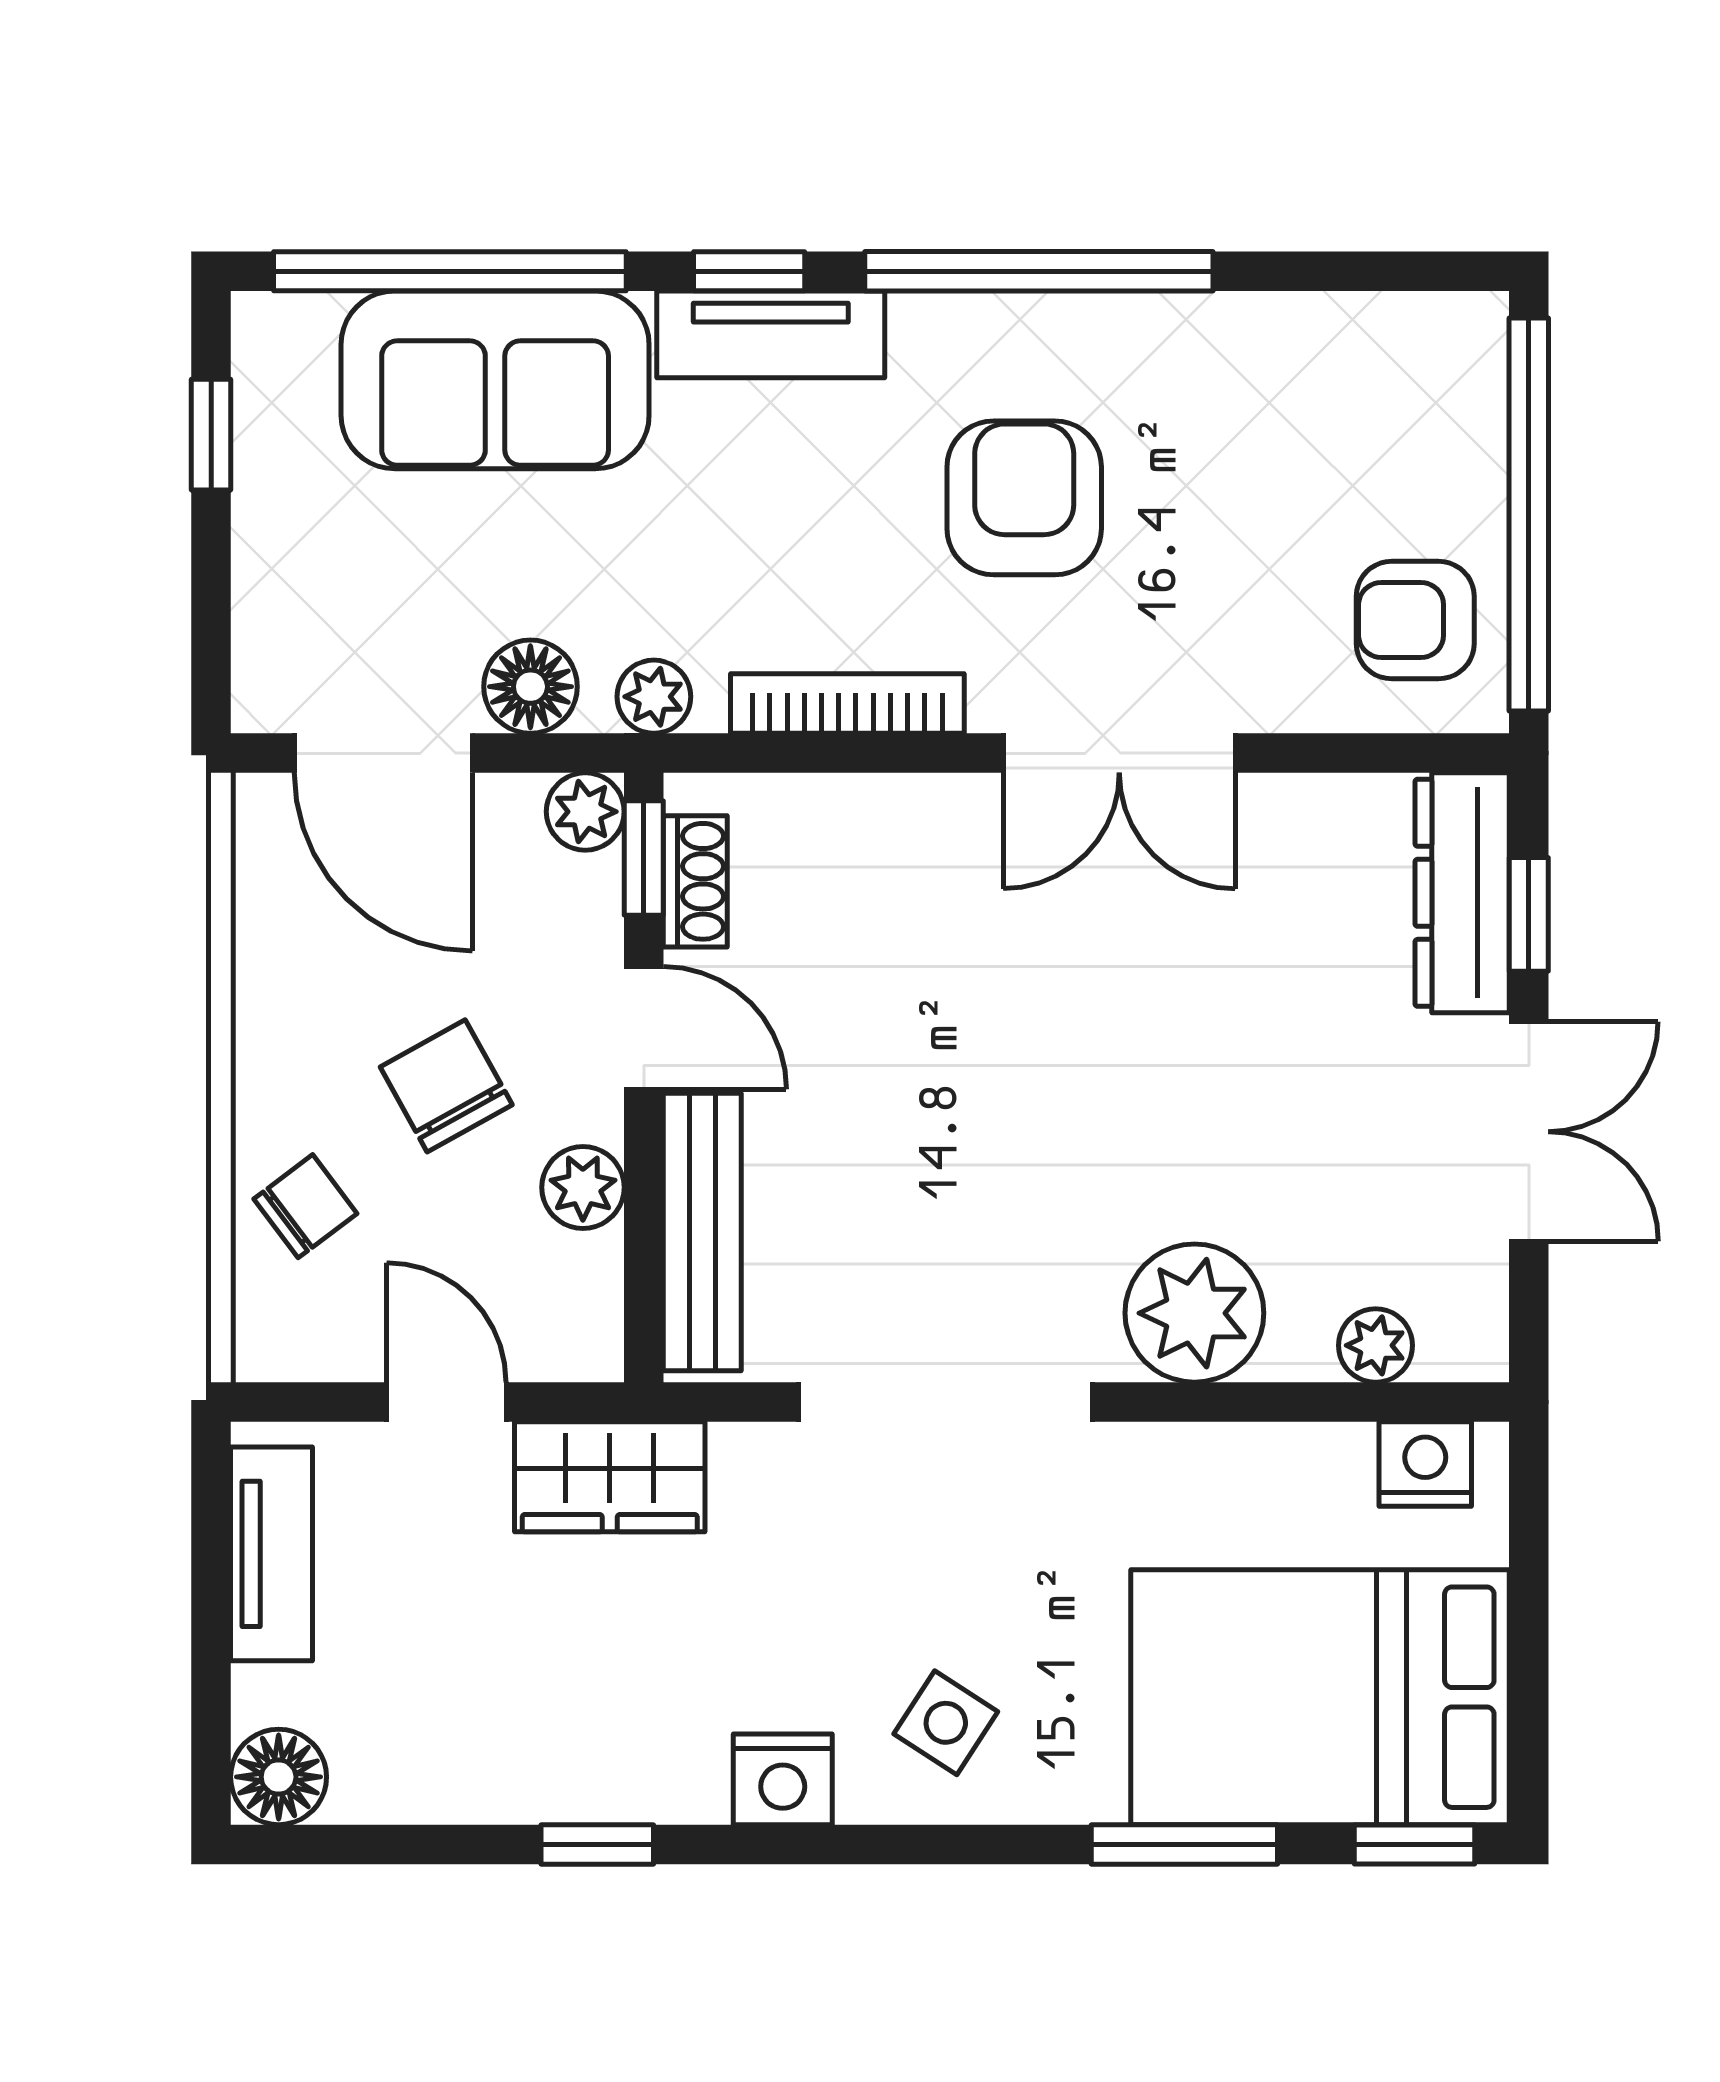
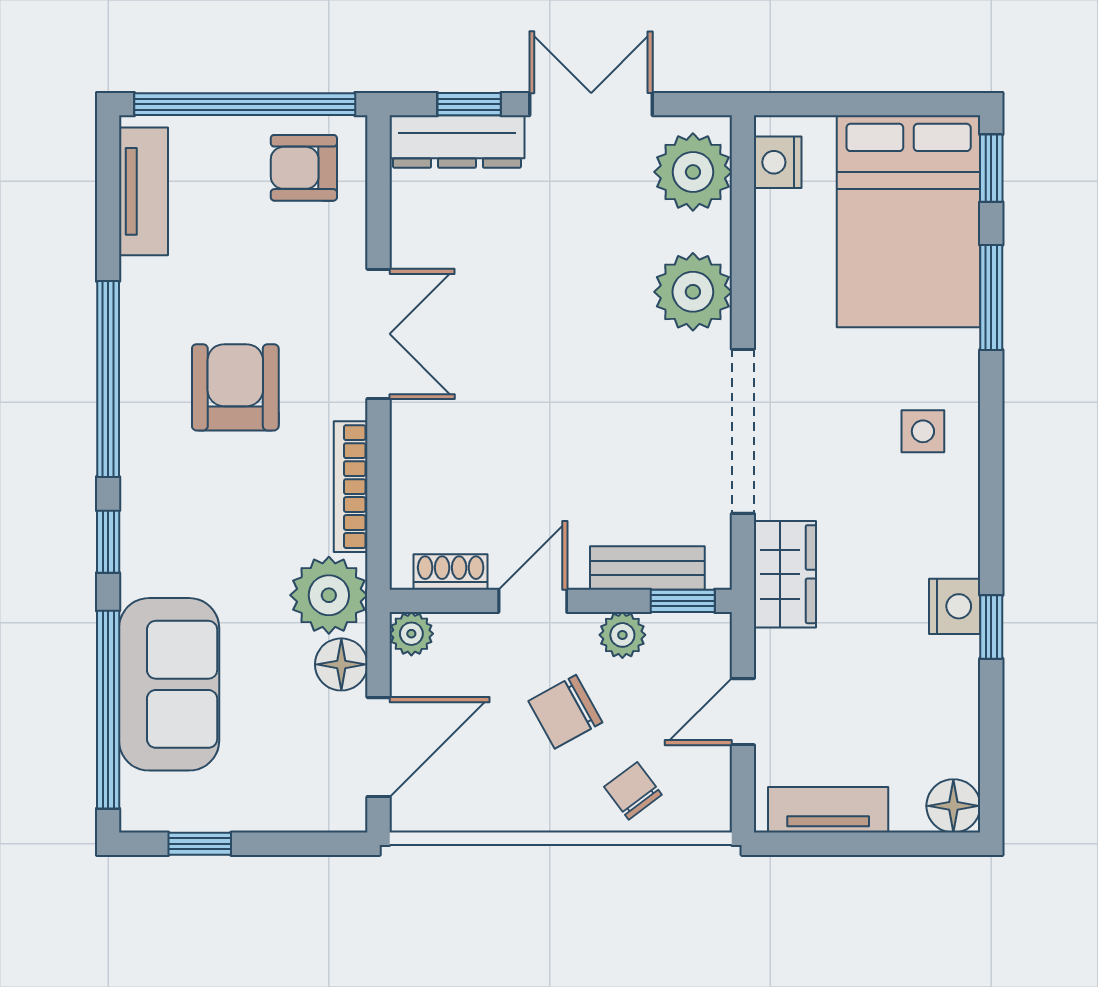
tv unit: (771, 334) -> (144, 191), moved
armchair: (1024, 498) -> (235, 387), turned 90
armchair: (1415, 620) -> (304, 168), turned 90
plant: (654, 697) -> (329, 595), width x1.88, depth x1.88
window: (644, 858) -> (683, 601), moved
bench: (702, 1232) -> (647, 568), width x0.73
plant: (1376, 1345) -> (693, 172), width x1.88, depth x1.88
wardrobe: (610, 1477) -> (785, 574), moved
side table: (946, 1723) -> (923, 431), turned -33
nightstand: (783, 1779) -> (955, 606), moved

